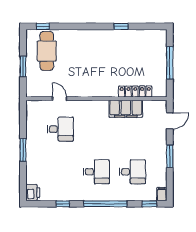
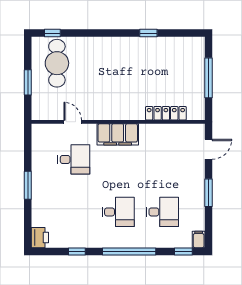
filing cabinet: (126, 109) -> (118, 134), moved

